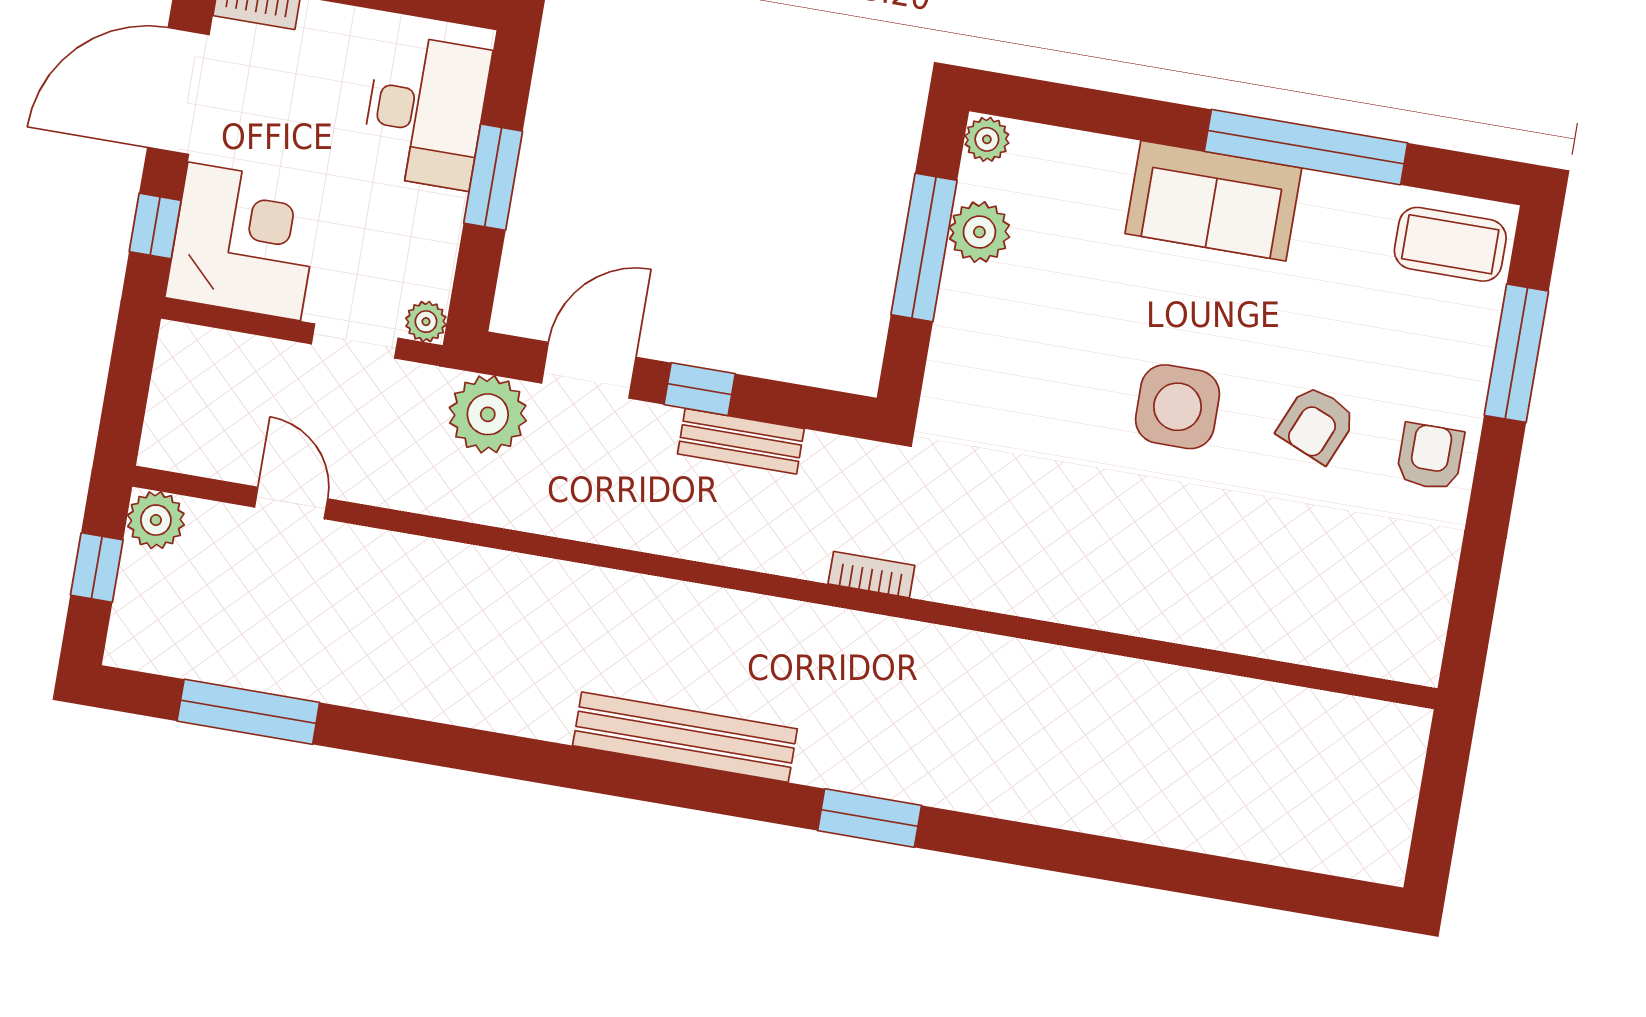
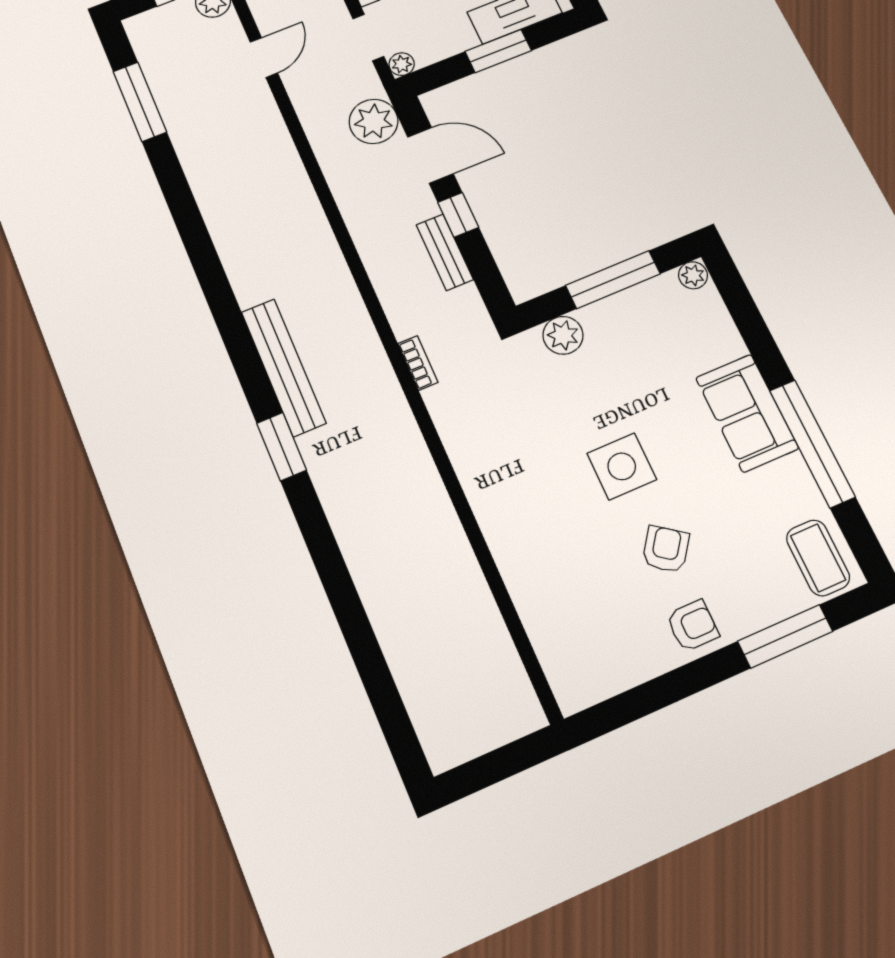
plant: (979, 232) -> (563, 335), moved
armchair: (1317, 424) -> (666, 549), turned 103
bench: (685, 737) -> (283, 367), moved

